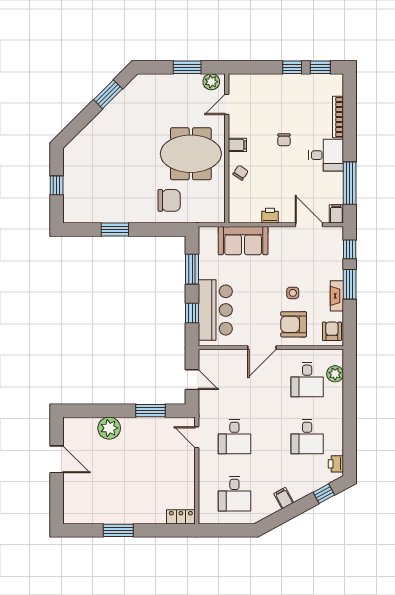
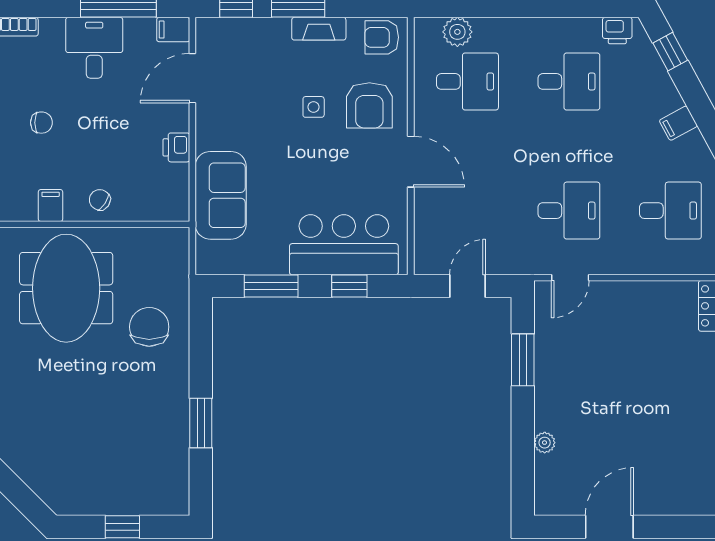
desk: (326, 155) -> (94, 48), moved
plant: (109, 428) -> (545, 443), width x0.53, depth x0.53

